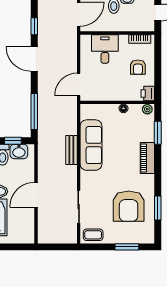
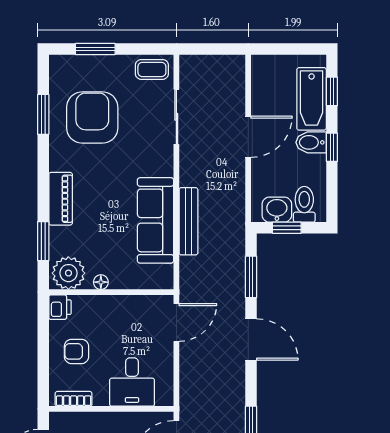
door: (34, 59) -> (251, 339), moved
armchair: (138, 67) -> (77, 351), turned -90
plant: (147, 109) -> (68, 273), width x1.87, depth x1.87
window: (34, 111) -> (251, 277), width x0.69
bench: (71, 150) -> (188, 221), width x1.36

